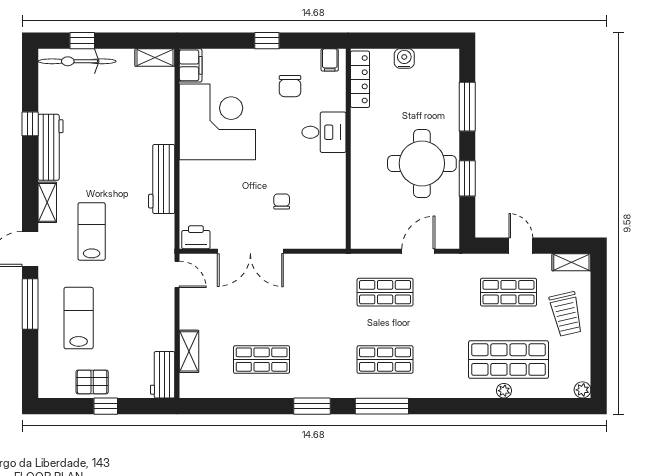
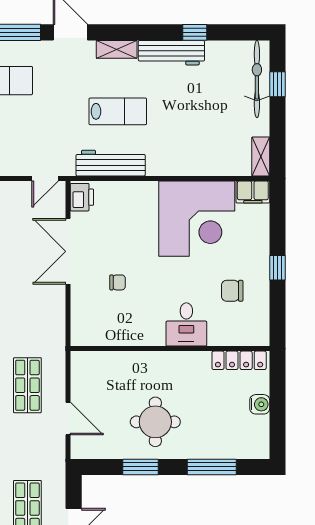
filing cabinet: (330, 60) -> (258, 330), removed
round table: (422, 163) -> (155, 422), width x0.73, depth x0.73
workbench: (162, 179) -> (111, 163), moved
lab bench: (92, 231) -> (118, 111), moved

